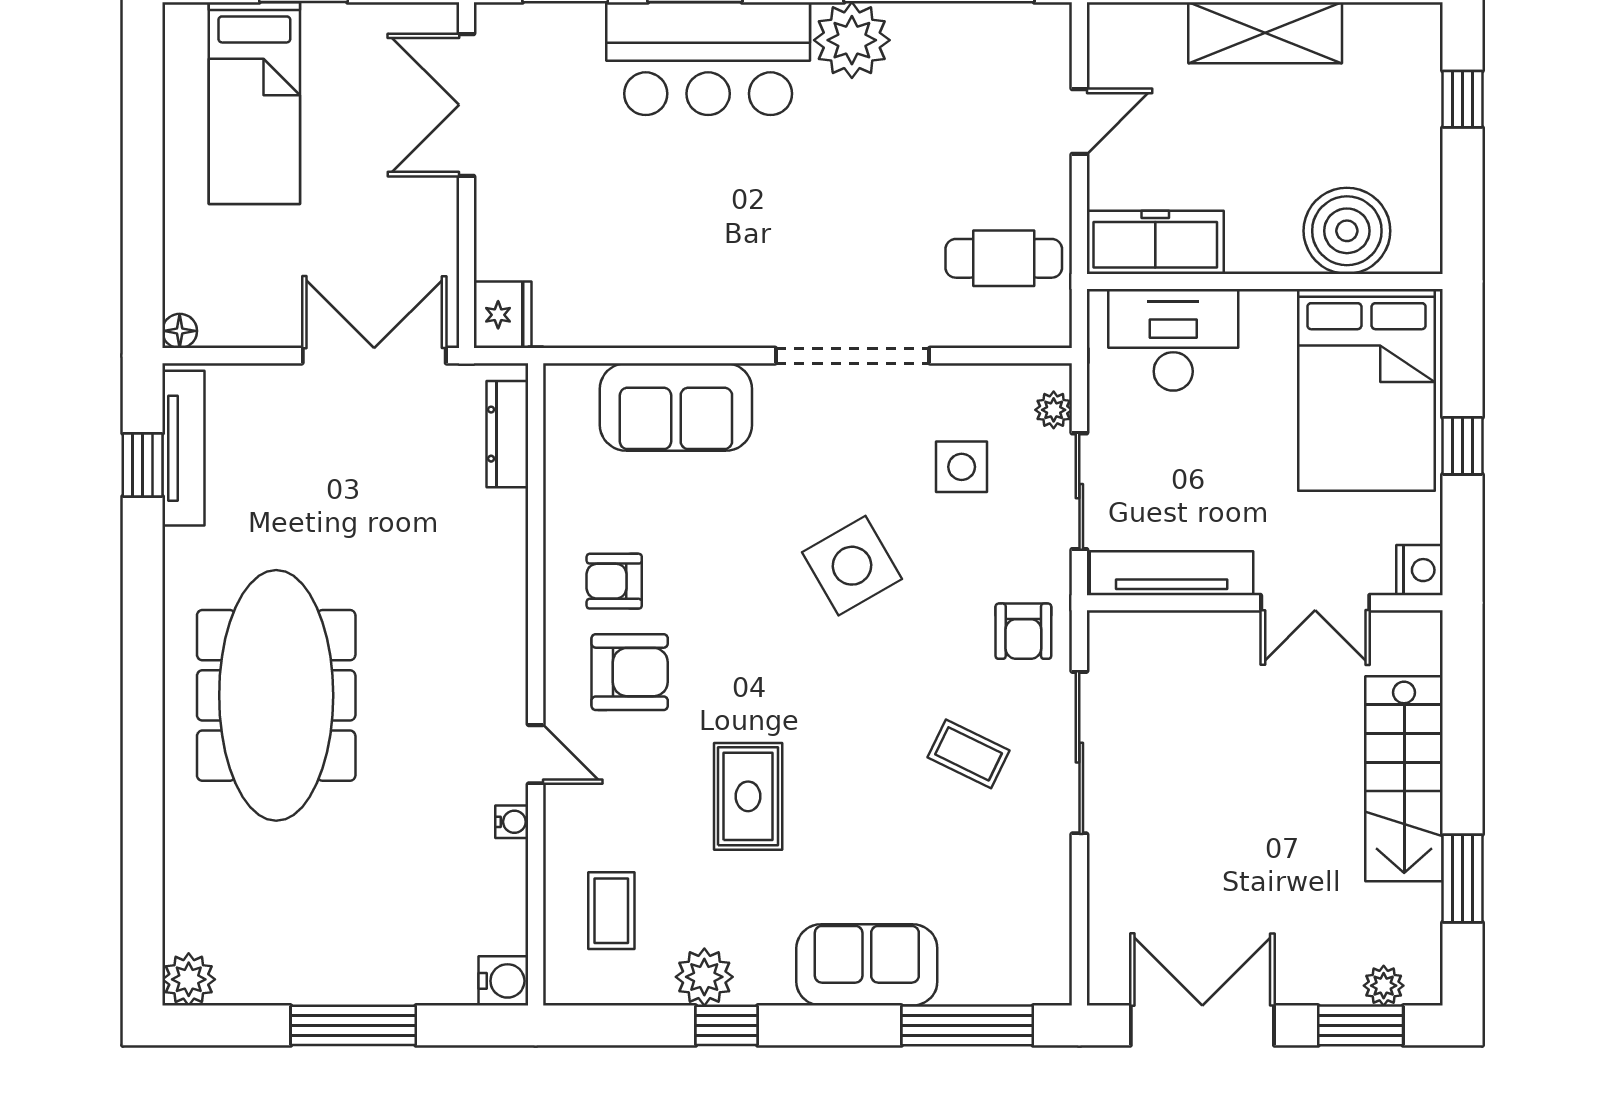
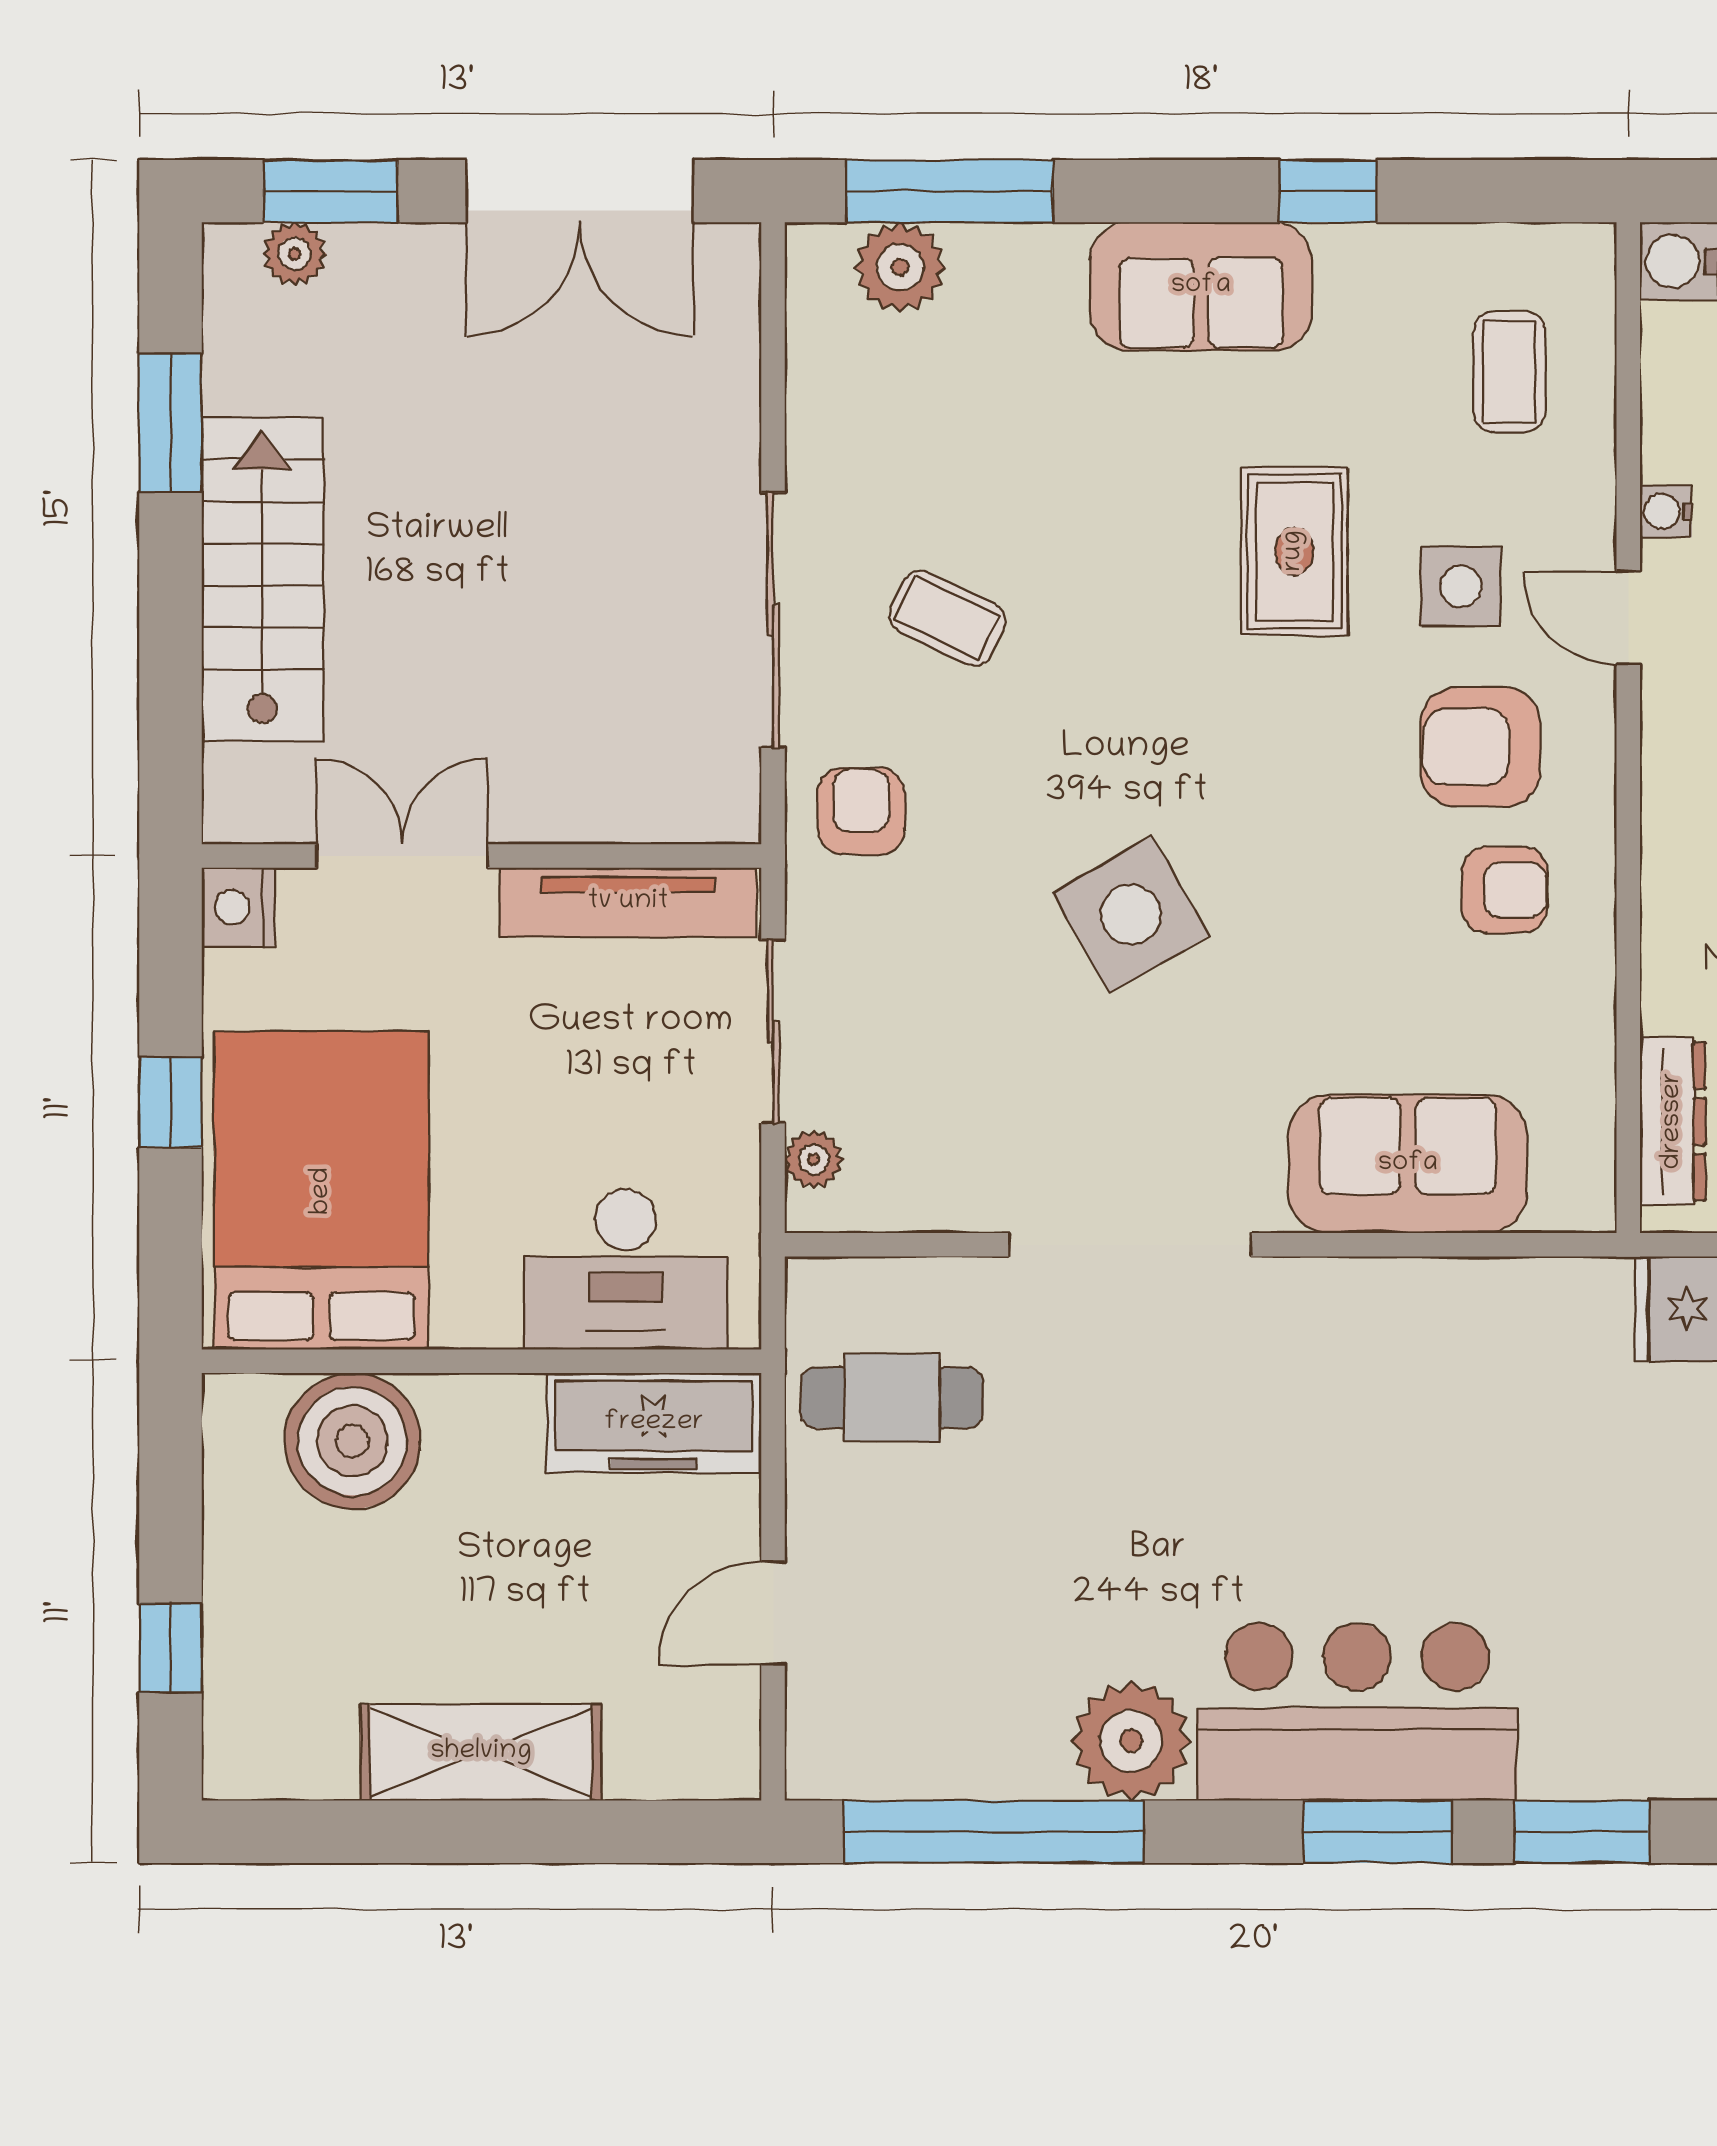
side table: (962, 467) -> (1461, 586), moved
sofa: (867, 965) -> (1201, 286), moved
plant: (704, 977) -> (900, 267), moved

